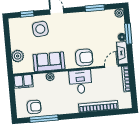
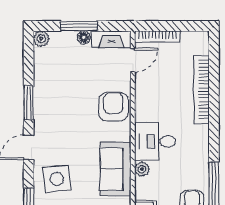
window: (95, 8) -> (29, 103), moved
door: (112, 66) -> (133, 60), swing flipped
desk: (81, 82) -> (155, 141), moved

